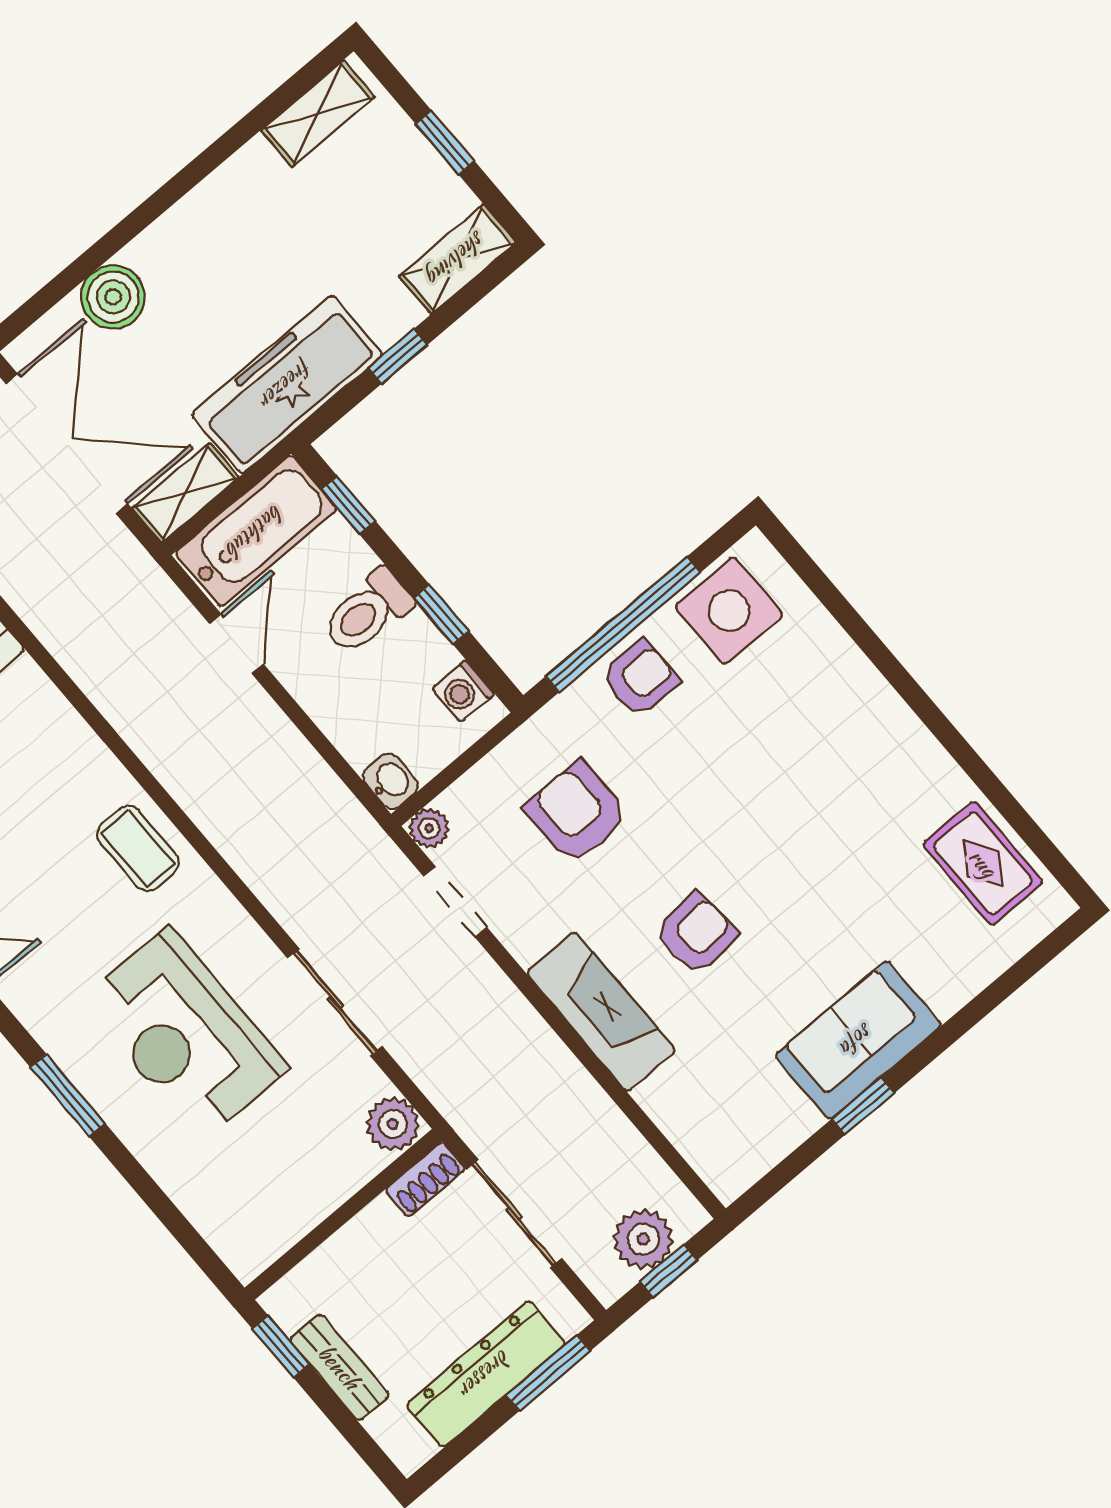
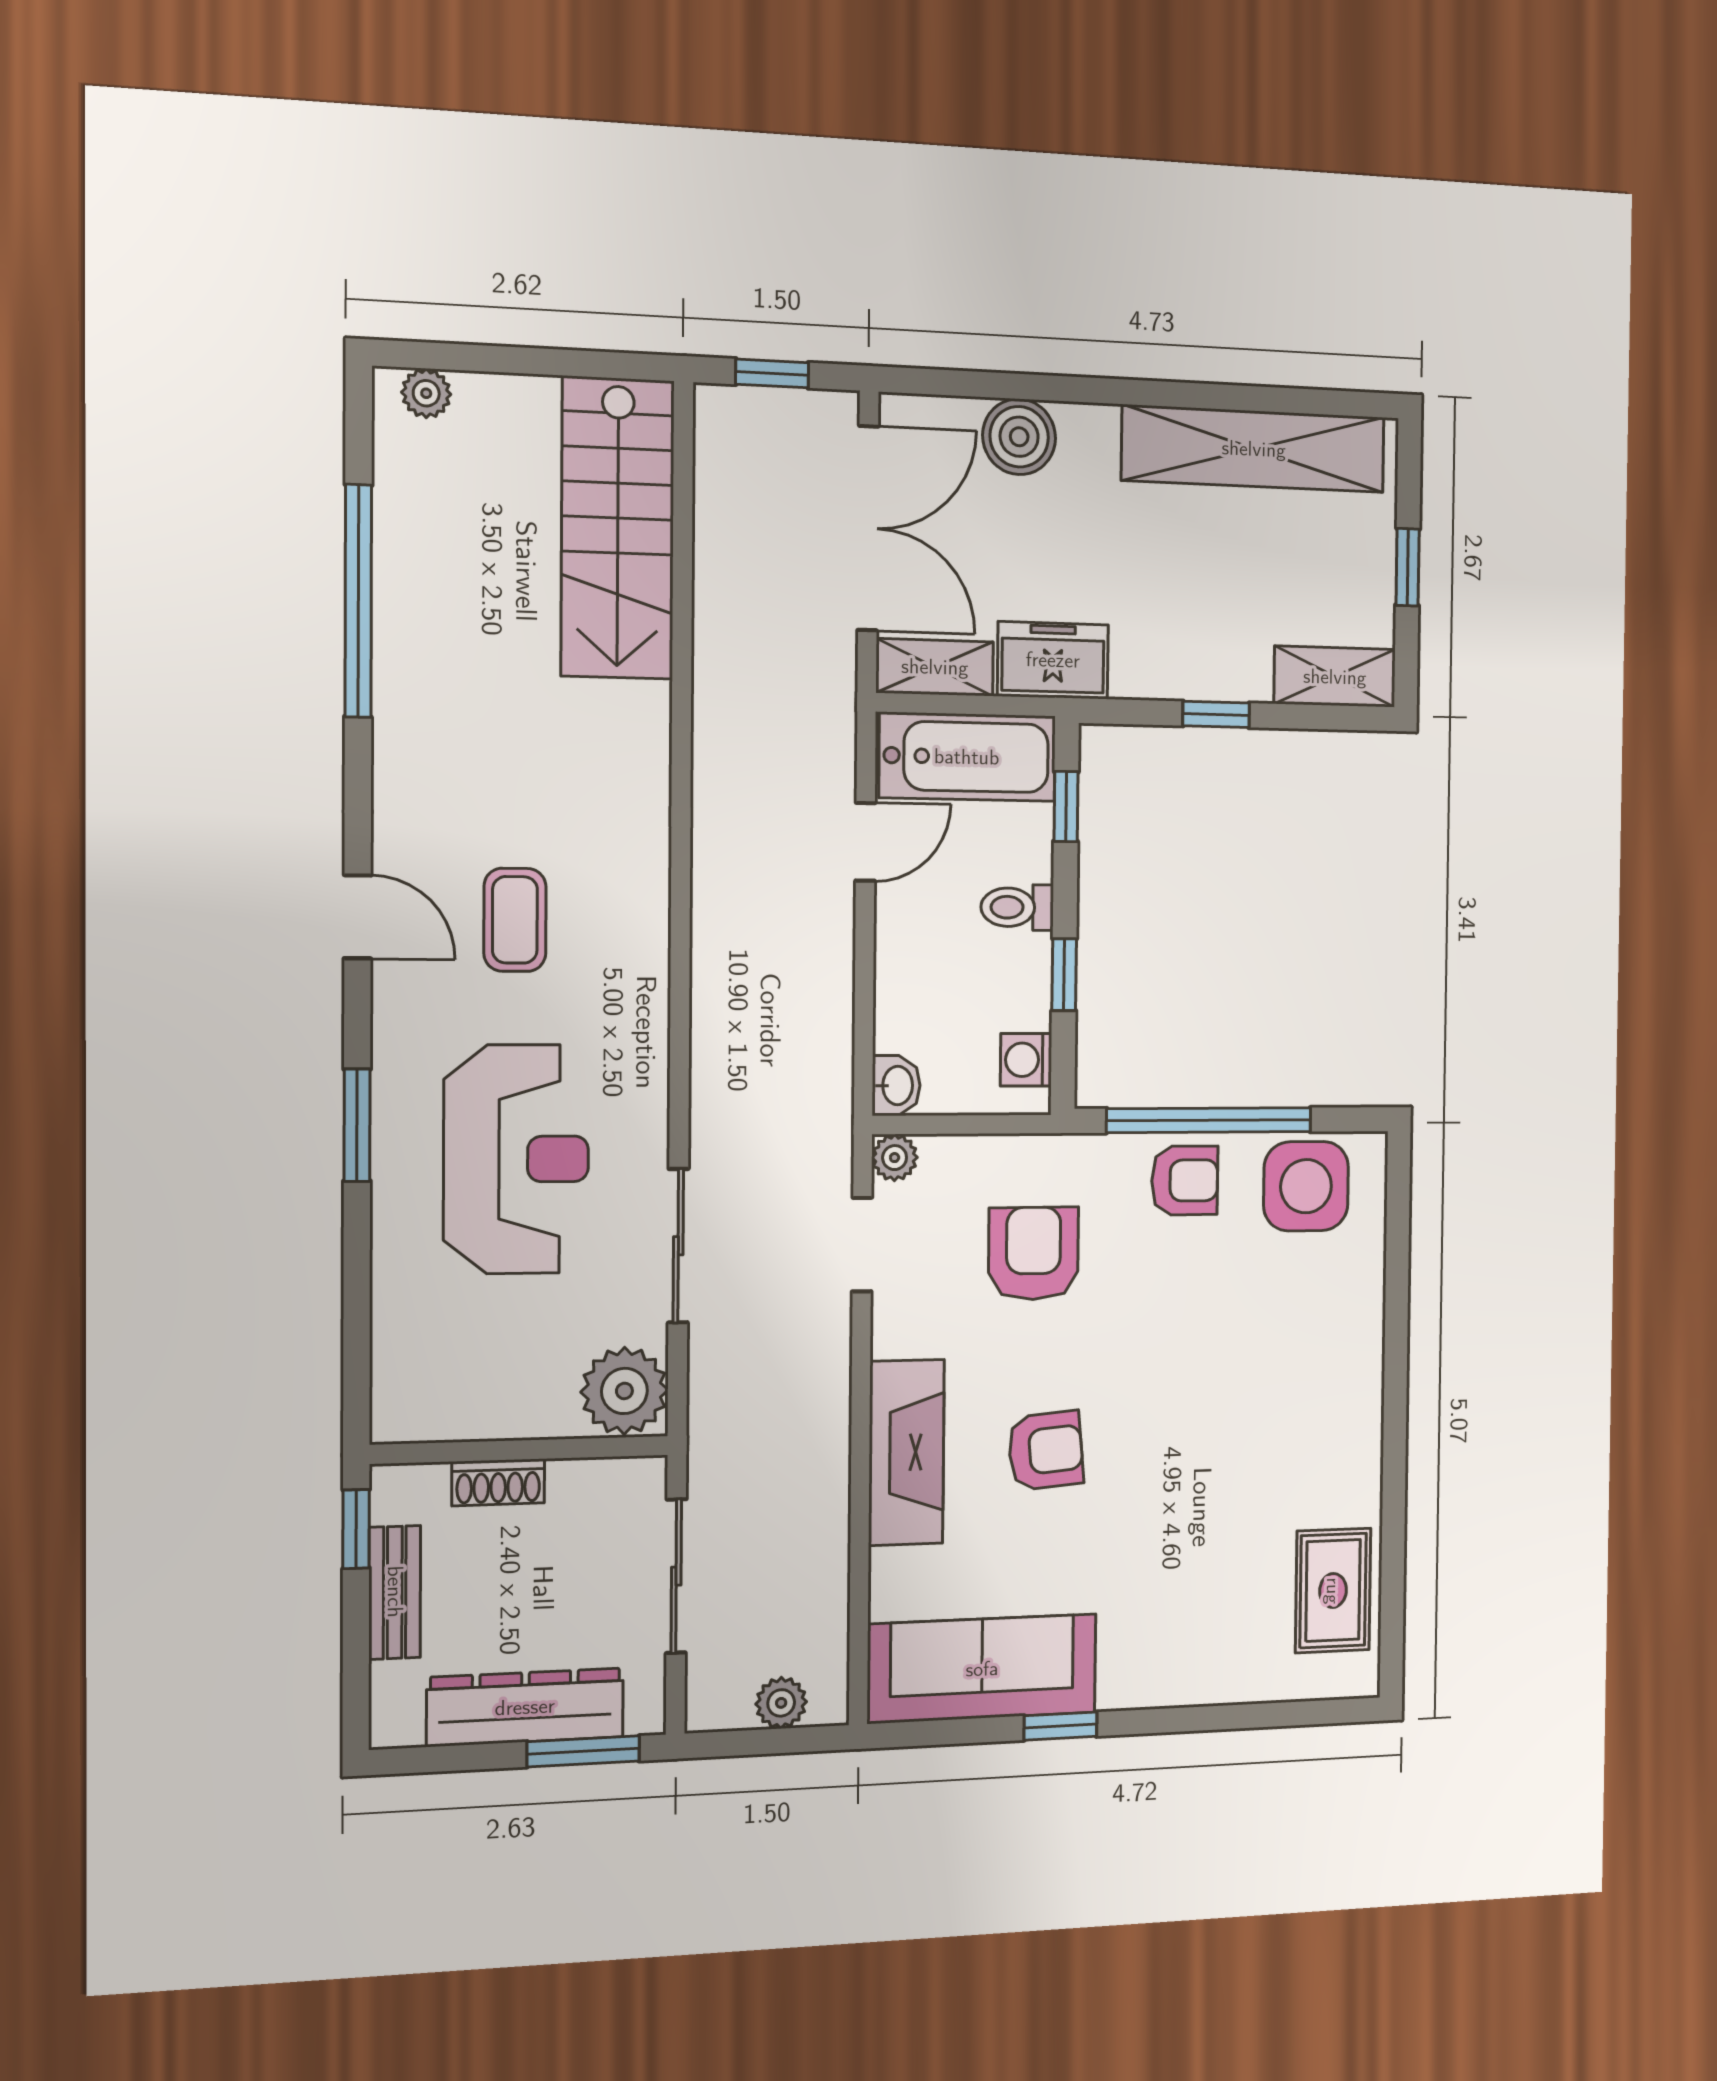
shelving: (318, 114) -> (1254, 449), width x2.20, depth x1.33
freezer: (287, 384) -> (1053, 660), width x0.52, depth x0.79
toilet: (367, 612) -> (1017, 907), width x0.73, depth x0.72
coffee table: (138, 848) -> (515, 920), moved
reception desk: (185, 1034) -> (516, 1159), turned 180
sofa: (858, 1040) -> (982, 1669), moved, width x1.36
plant: (393, 1124) -> (624, 1391), width x1.36, depth x1.36
shoe rack: (425, 1179) -> (498, 1482), moved
plant: (643, 1239) -> (781, 1703), width x0.73, depth x0.73
window: (669, 1271) -> (770, 1741), removed

